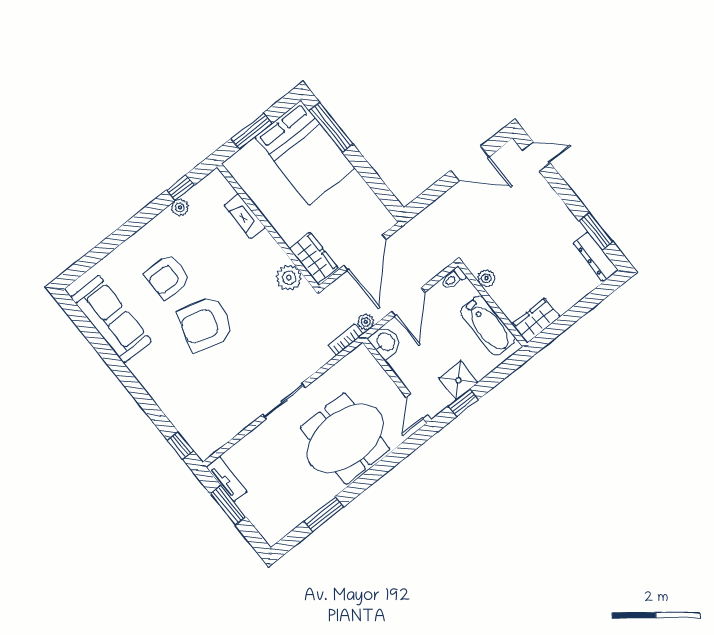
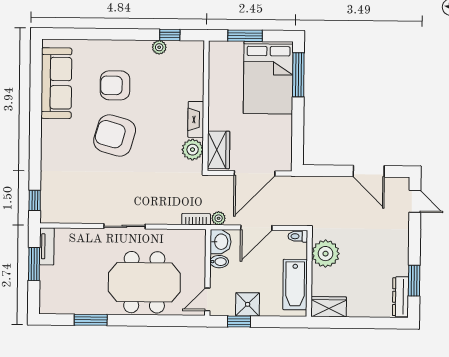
fireplace: (245, 216) -> (196, 119), moved
plant: (486, 278) -> (326, 254), width x1.87, depth x1.87
bidet: (399, 362) -> (219, 262), added

